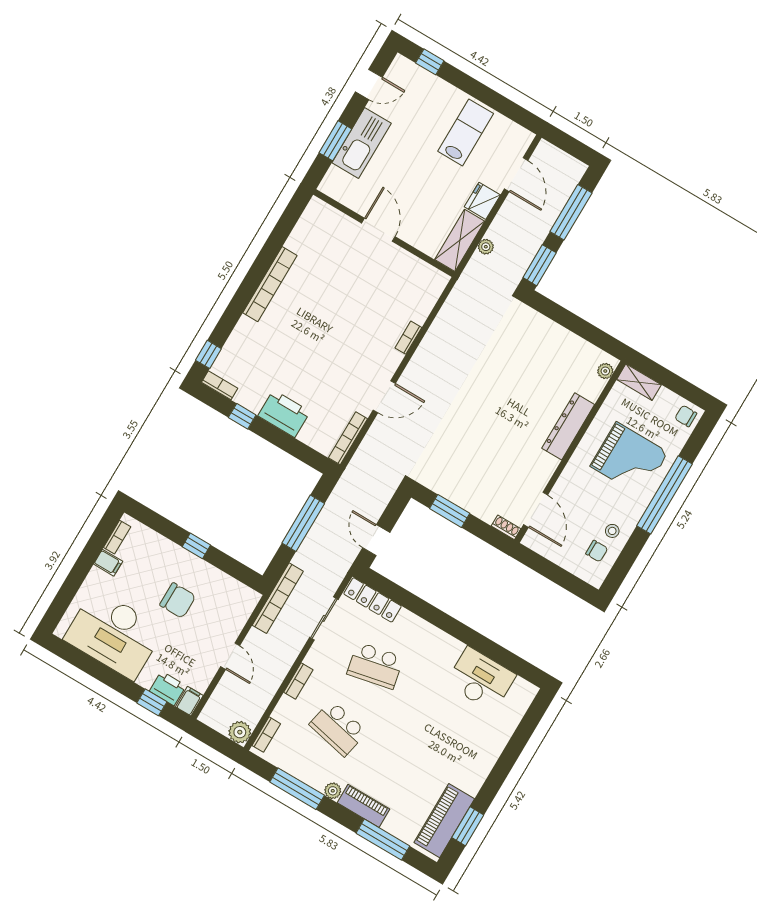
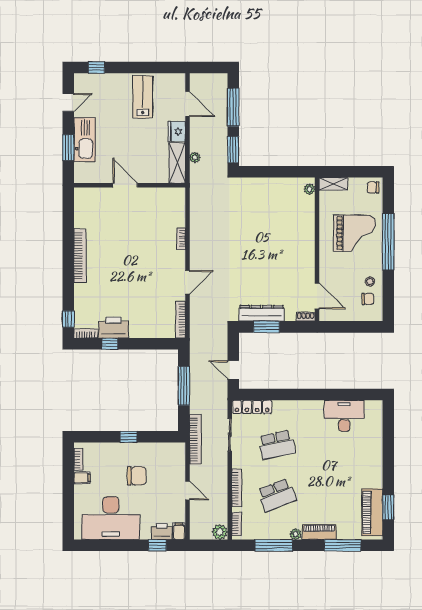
printer: (284, 414) -> (113, 328), moved
dresser: (568, 426) -> (262, 313), moved, turned 90
bookcase: (298, 681) -> (237, 488), width x1.56
school desk: (338, 728) -> (277, 495), turned -33

